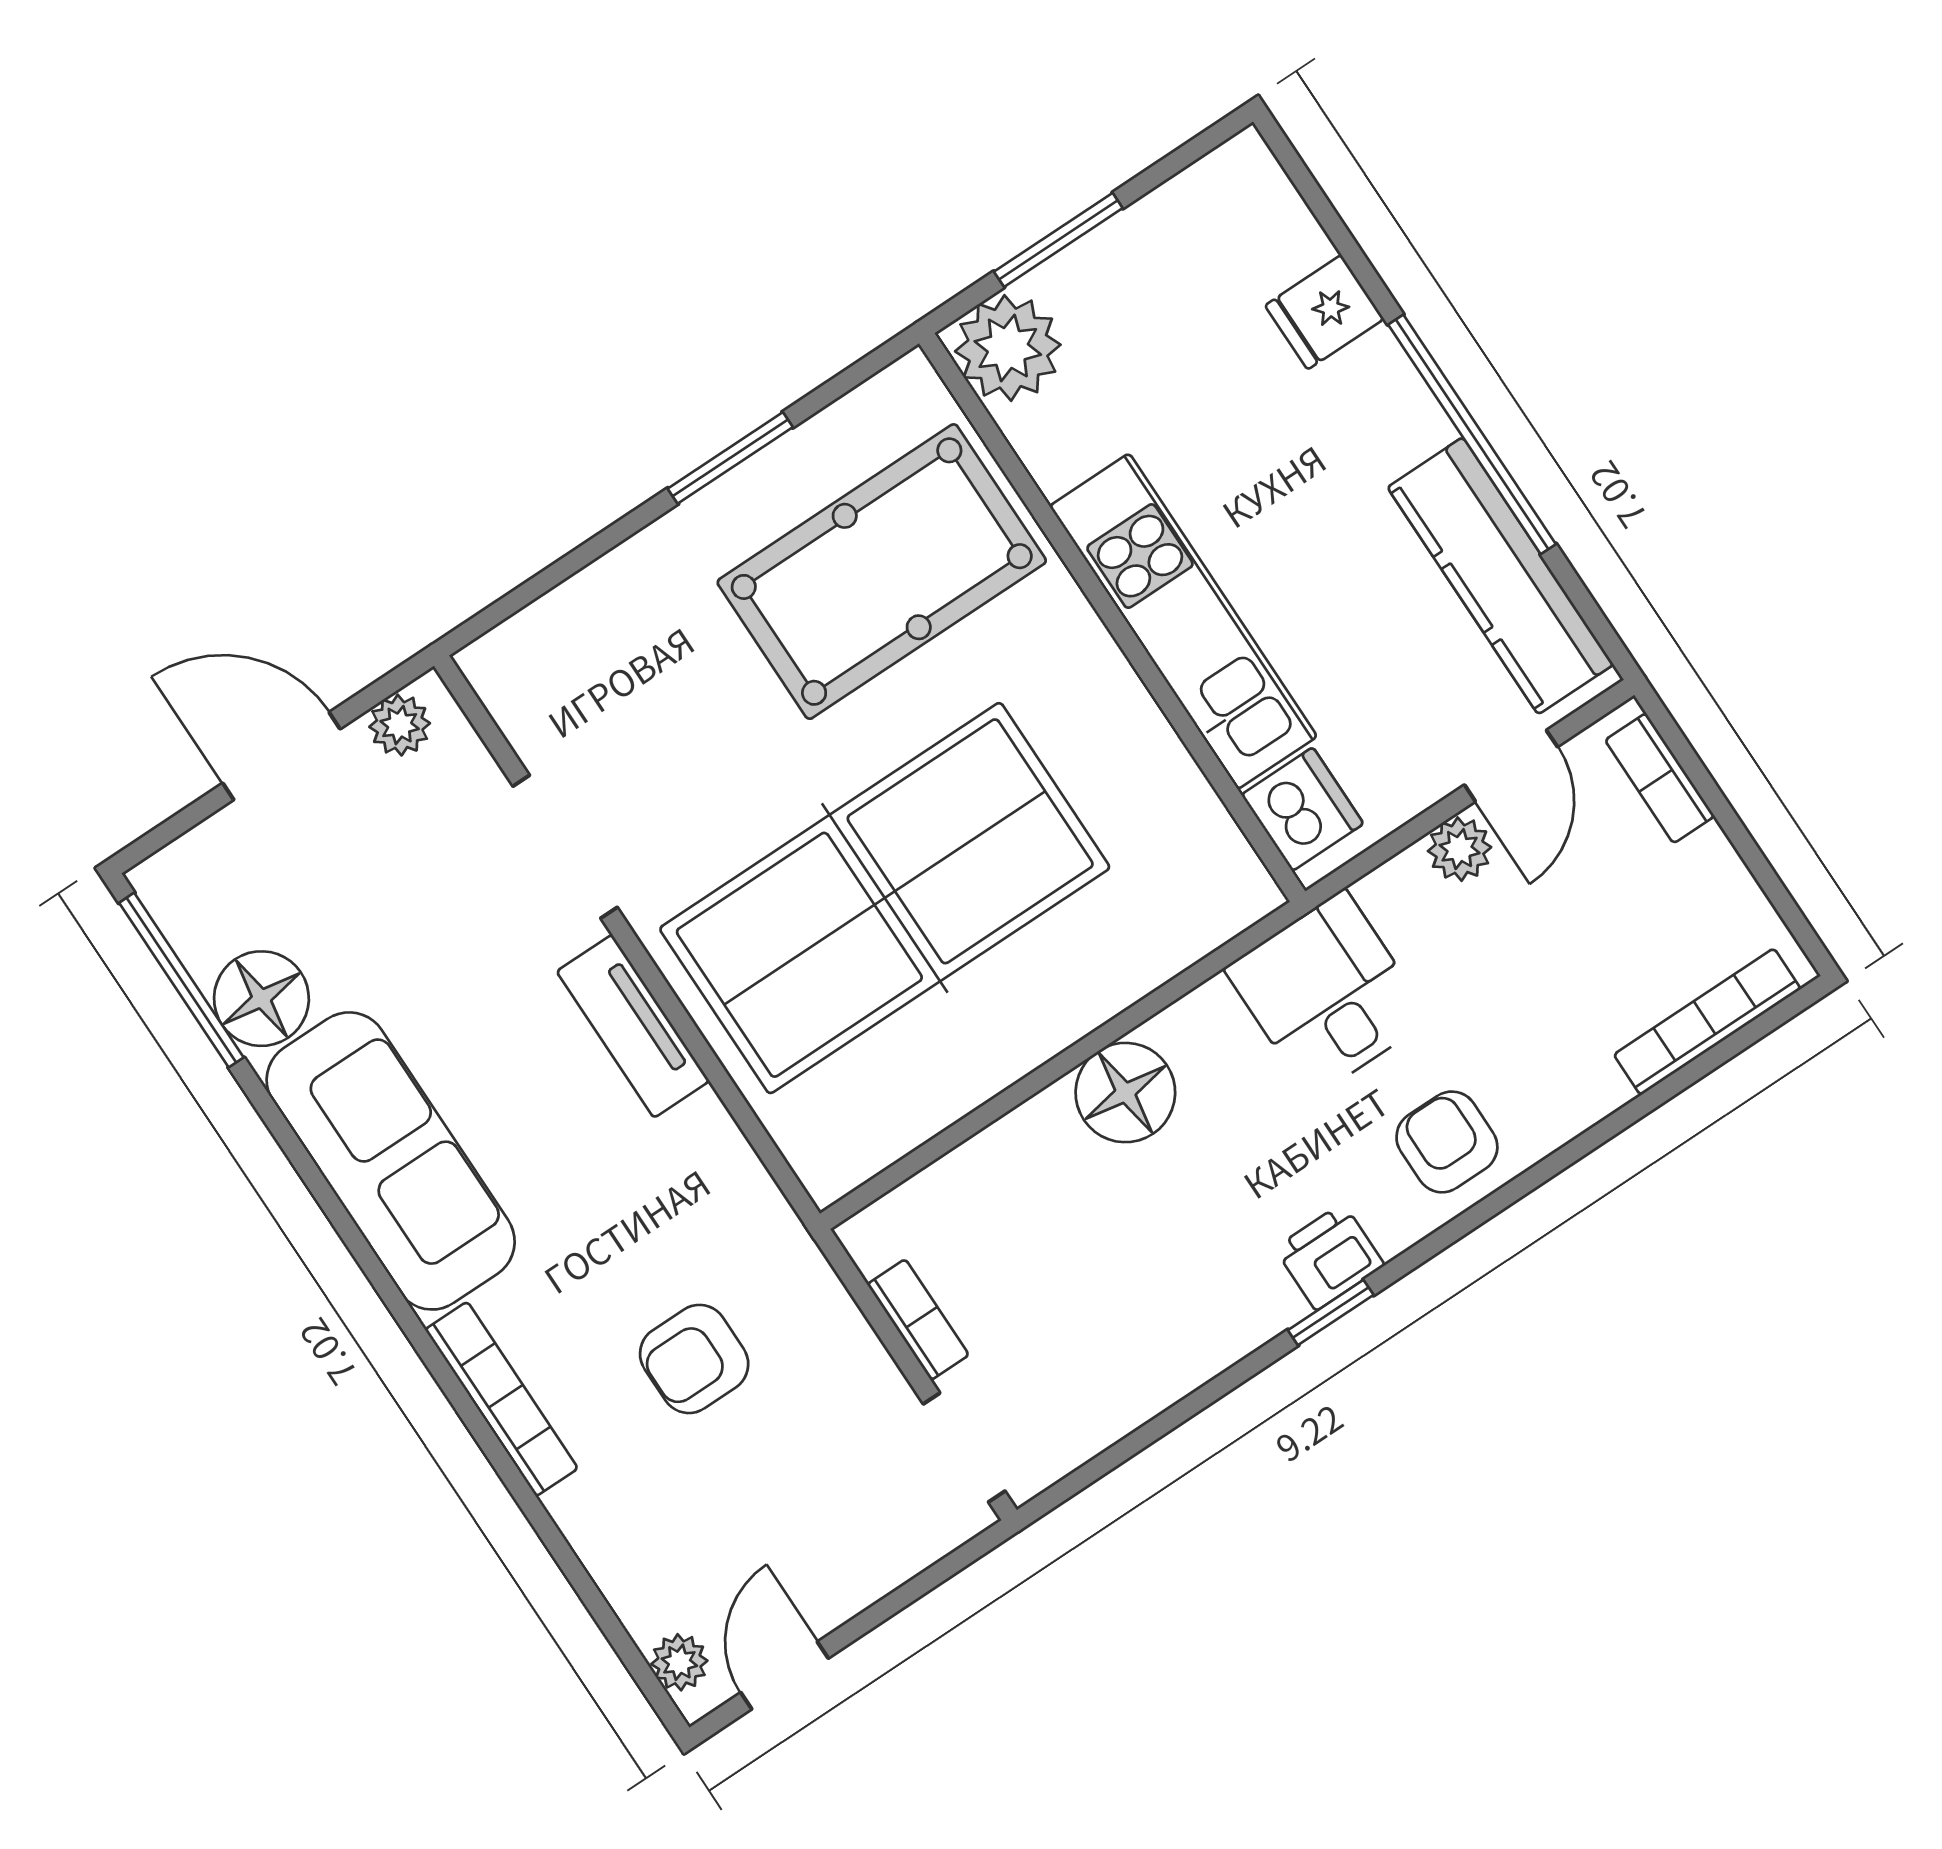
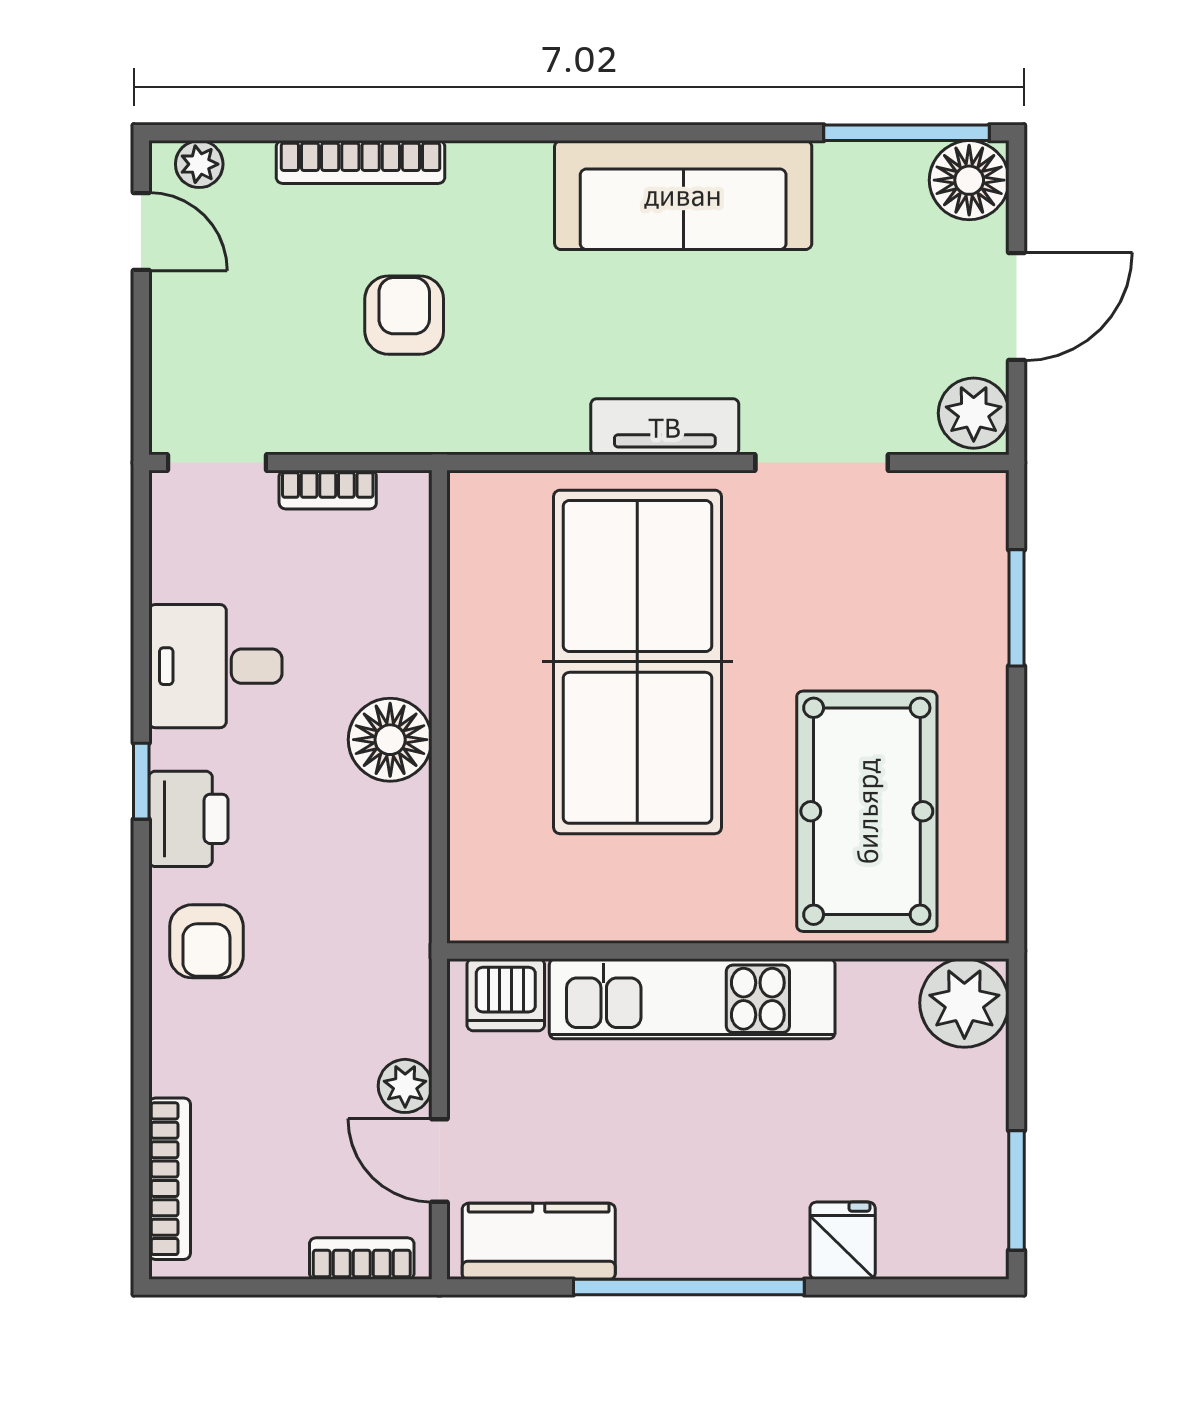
window: (1058, 240) -> (1016, 1190), moved
window: (730, 458) -> (1016, 608), moved
kitchen counter: (1500, 576) -> (539, 1241), width x0.67
plant: (400, 725) -> (974, 413), width x1.38, depth x1.38
desk: (1328, 994) -> (215, 666), moved, turned 180
floor lamp: (261, 999) -> (969, 180), moved
armchair: (1447, 1142) -> (206, 941), turned 90
printer: (1330, 1257) -> (188, 819), width x1.36, depth x1.24
bookcase: (501, 1399) -> (360, 162), moved

